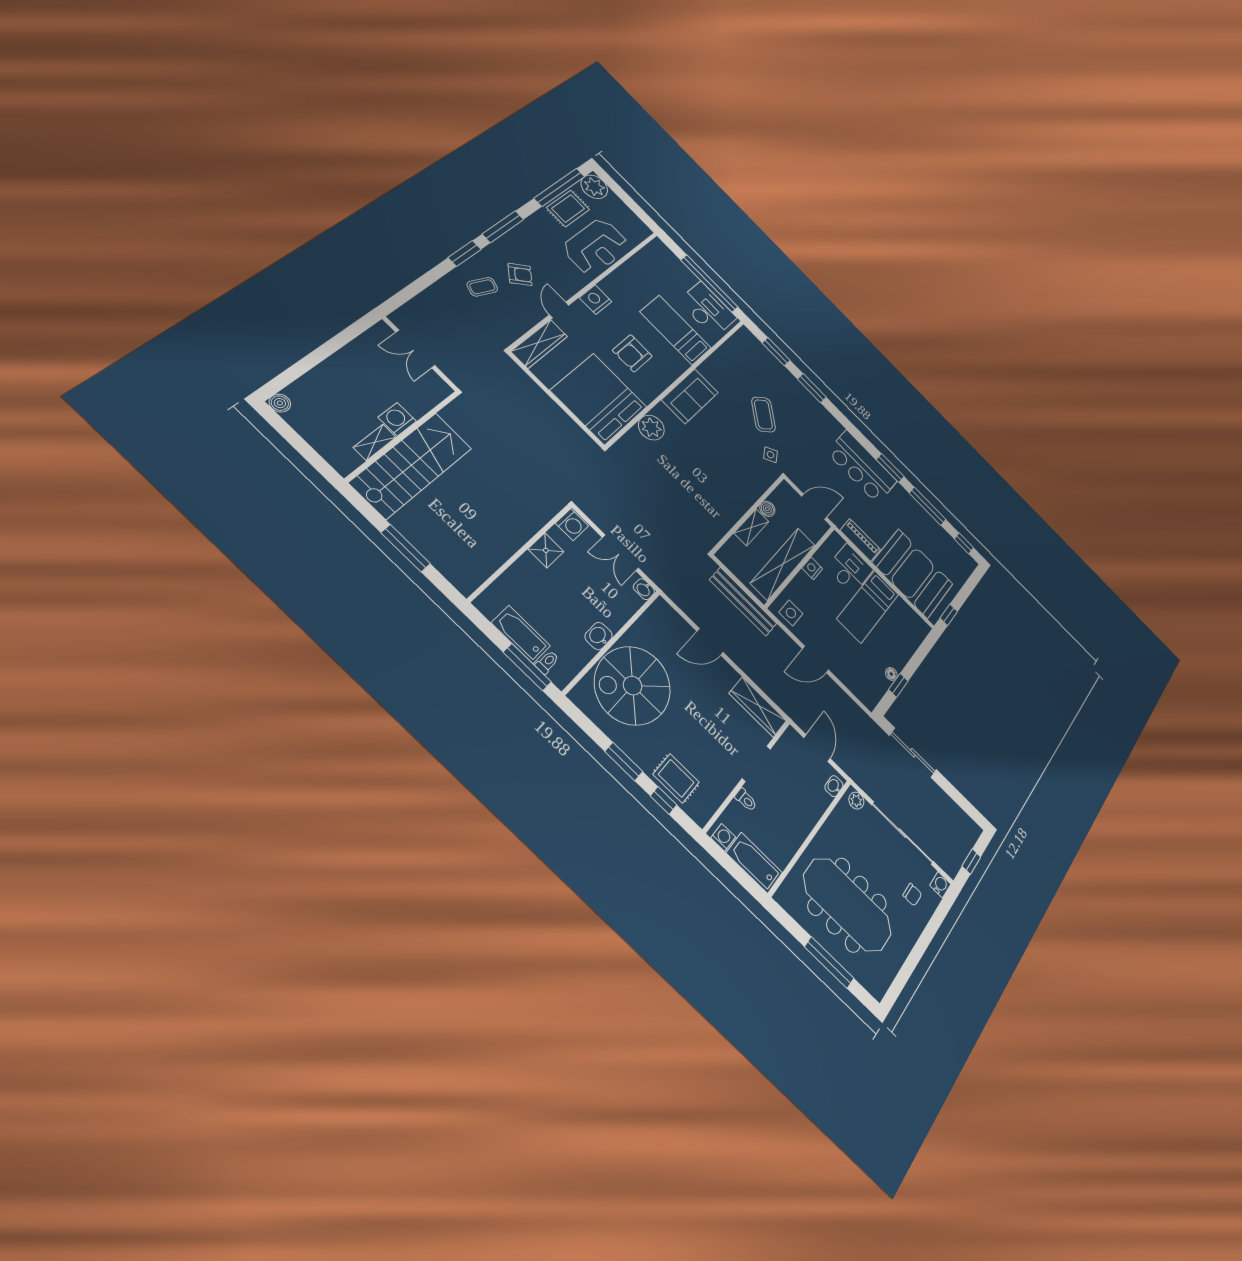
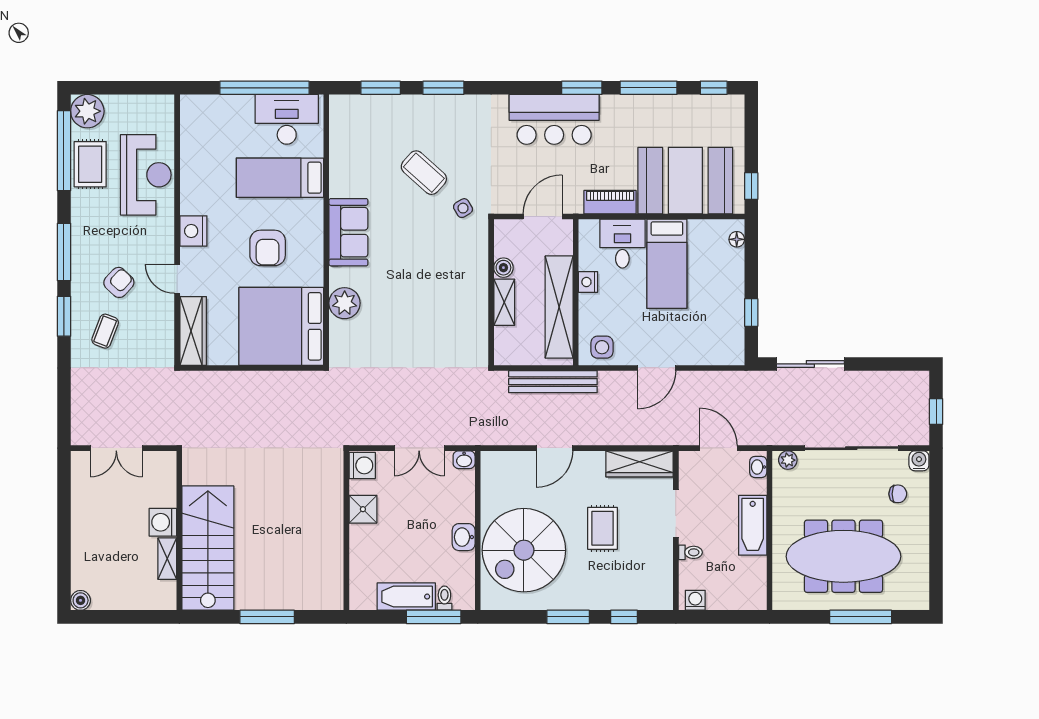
floor lamp: (891, 674) -> (737, 239), moved
rug: (676, 778) -> (603, 528), moved, turned 90
bathtub: (754, 863) -> (753, 525), moved, turned -90

